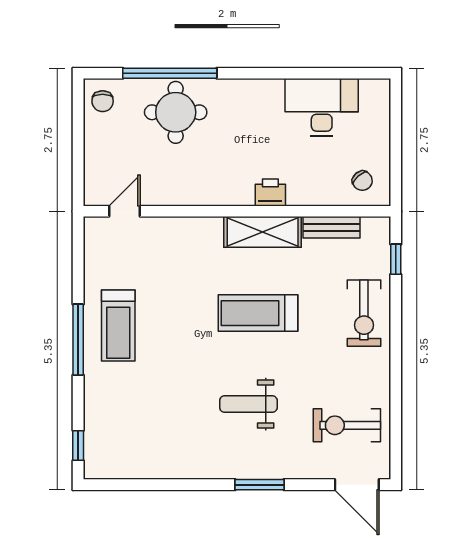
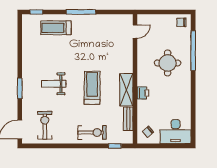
desk: (322, 107) -> (176, 132), moved, turned 90
round table: (176, 112) -> (168, 63), moved
door: (125, 211) -> (135, 32), hinge flipped
exercise bike: (364, 313) -> (92, 132), turned 180
treadmill: (118, 326) -> (56, 28), moved
weight bench: (248, 404) -> (54, 84), turned -90

